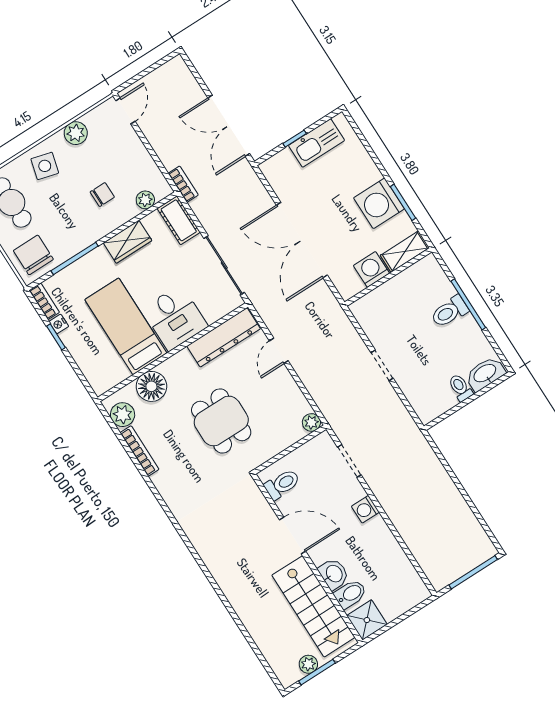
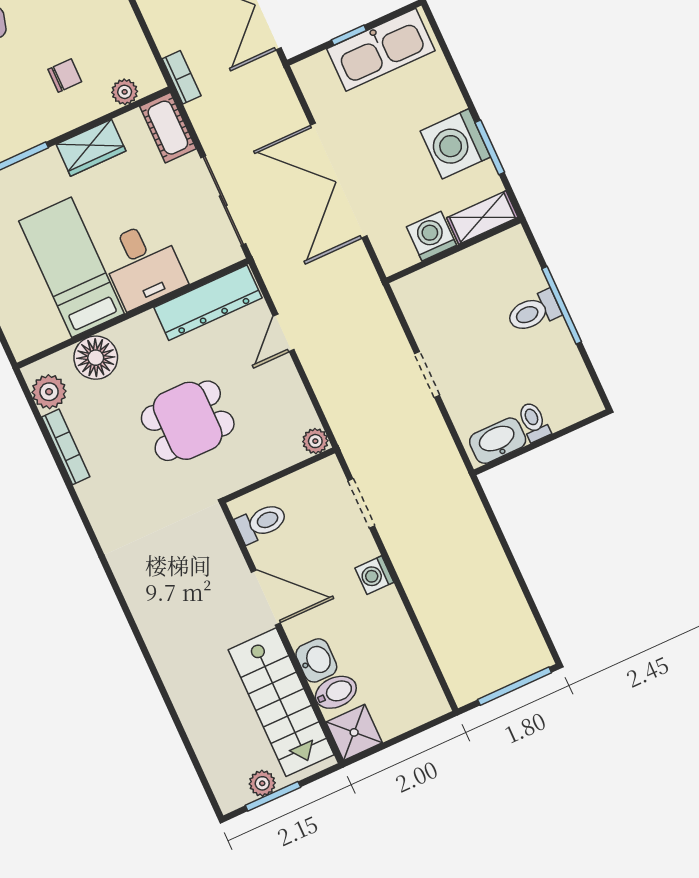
kitchen sink: (316, 143) -> (381, 50), width x1.36, depth x1.24
washbasin: (485, 374) -> (498, 441), moved
dining table: (221, 421) -> (188, 421), turned 90

